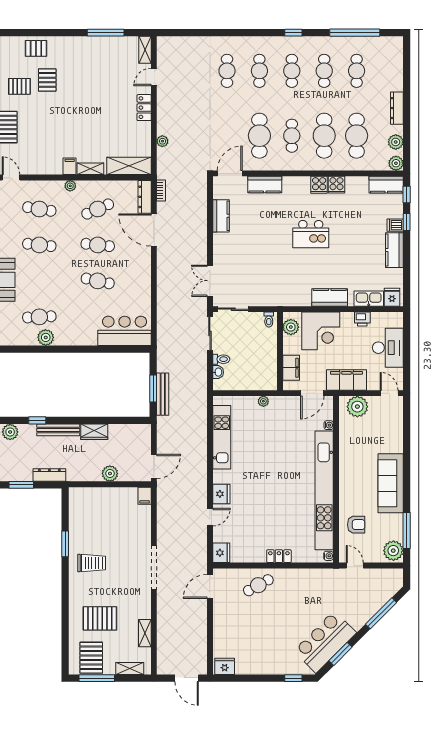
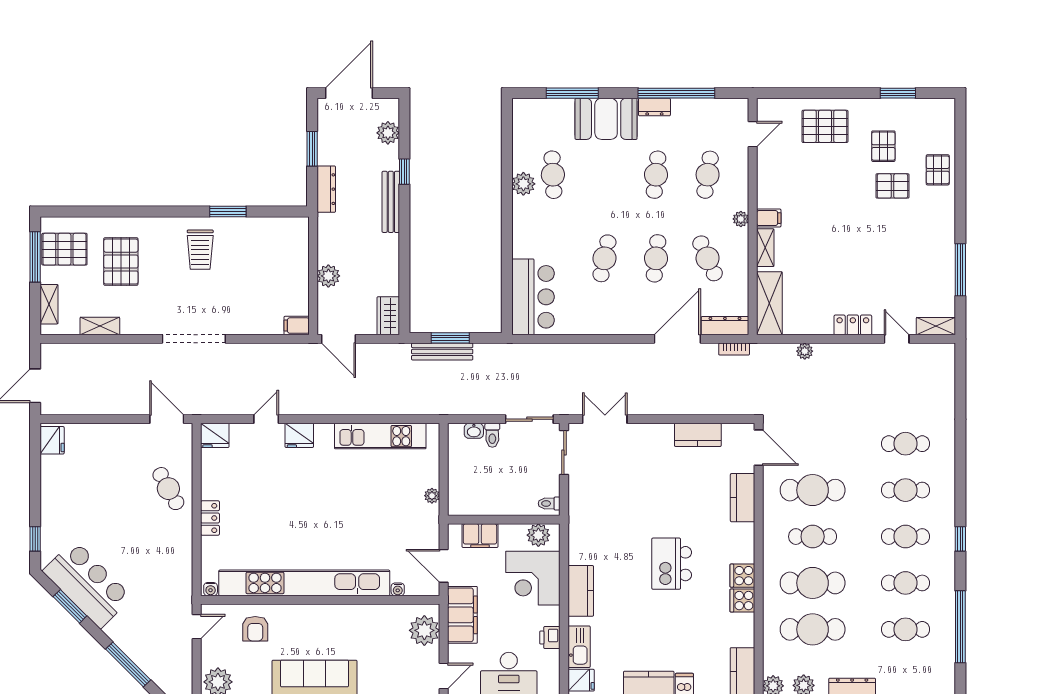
wardrobe: (94, 432) -> (388, 316), moved
door: (210, 517) -> (266, 419), swing flipped

